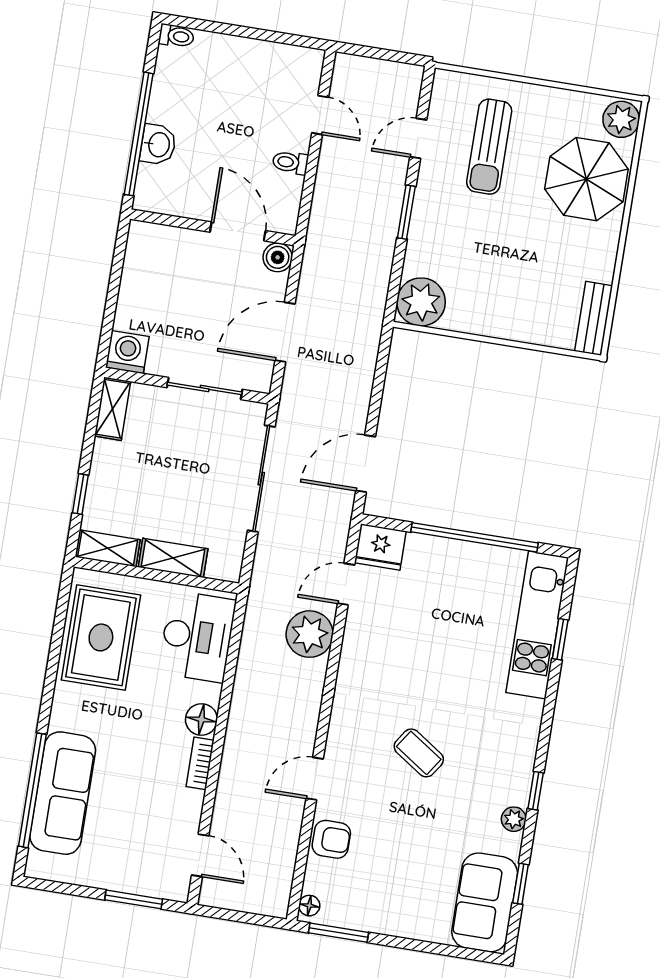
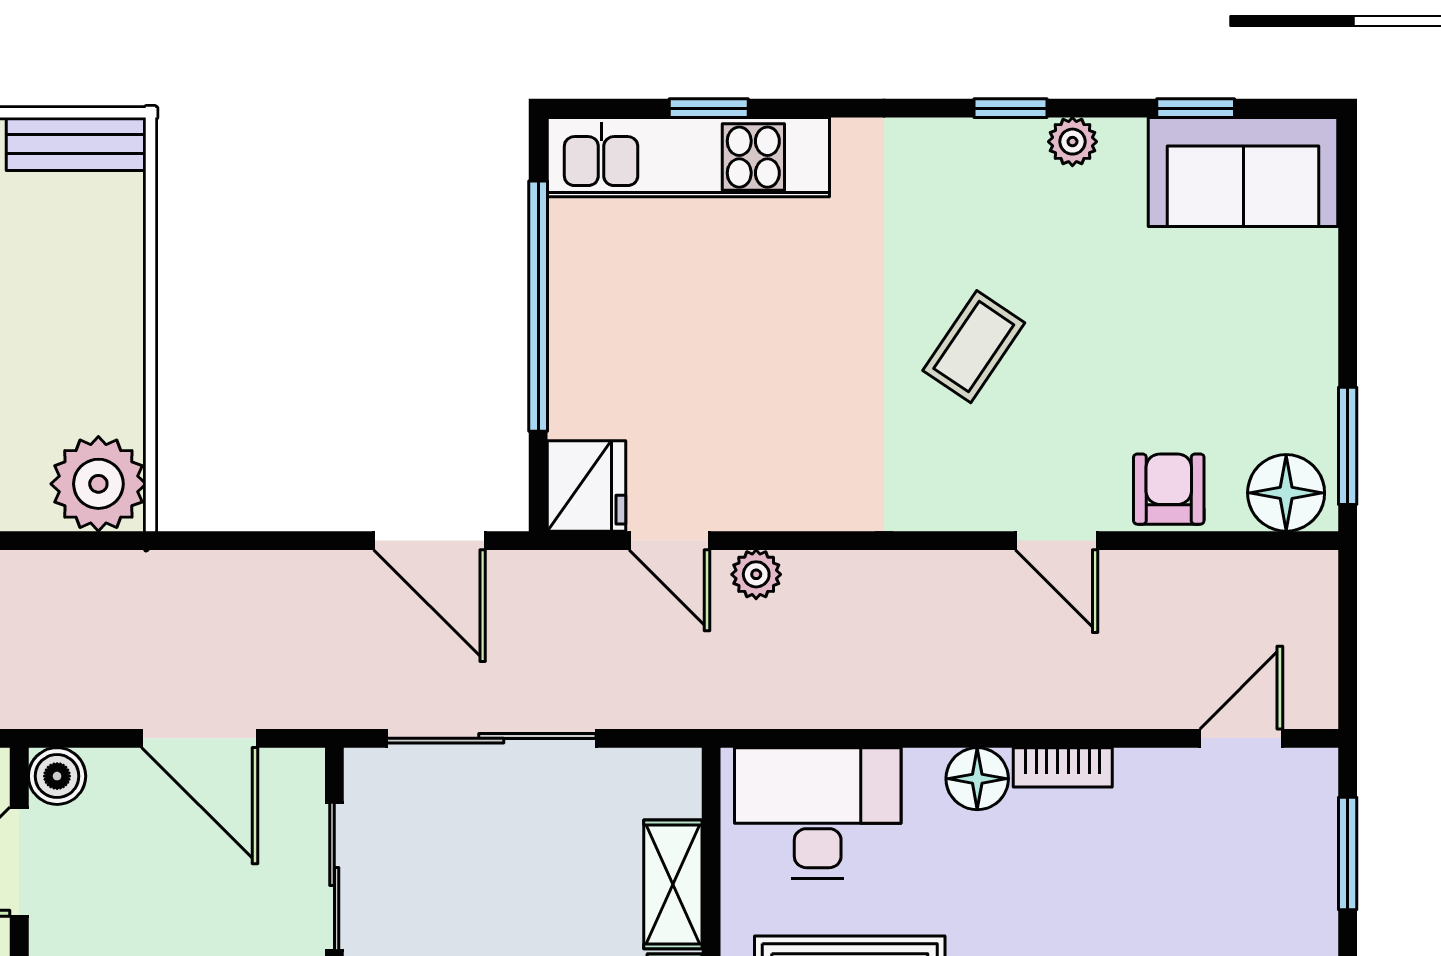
plant: (310, 634) -> (756, 574), width x0.53, depth x0.53
floor lamp: (309, 906) -> (1286, 493), width x1.89, depth x1.89

